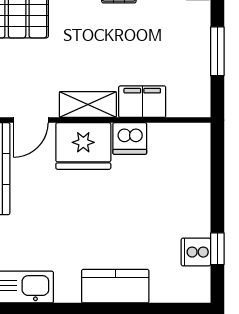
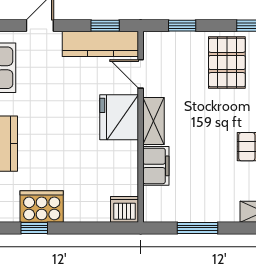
dishwasher: (130, 139) -> (124, 209), moved, turned 90
cooker: (196, 252) -> (42, 207), width x1.87, depth x1.31

